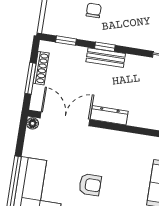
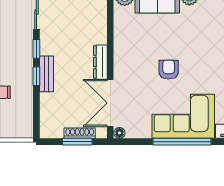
window: (66, 41) -> (36, 49), moved
shoe rack: (41, 68) -> (80, 133), moved

